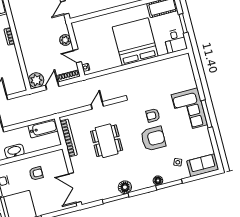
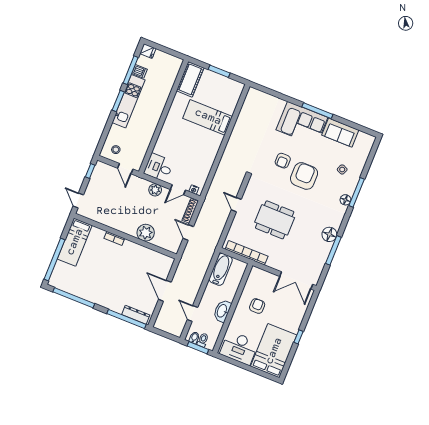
desk: (175, 41) -> (159, 167), moved, turned 180
bed: (135, 42) -> (208, 117), width x0.49
plant: (36, 80) -> (146, 233), moved
sofa: (203, 165) -> (340, 133), moved, turned -90

